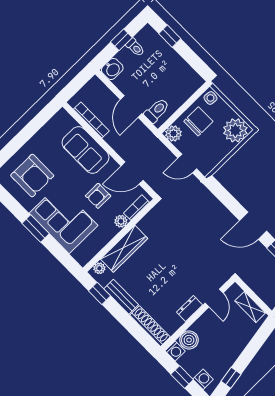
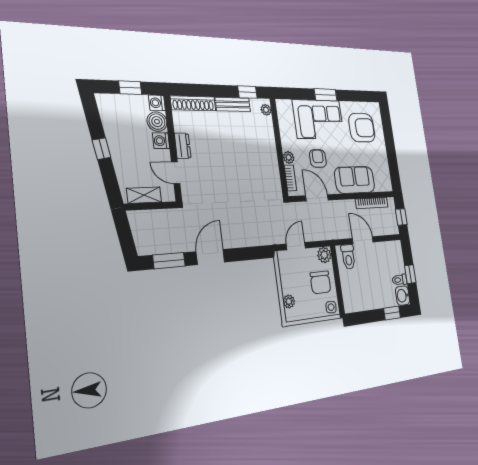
washbasin: (112, 69) -> (403, 296), moved
window: (78, 83) -> (401, 217), added
plant: (235, 130) -> (289, 301), width x0.53, depth x0.53
door: (132, 173) -> (317, 198), hinge flipped
armchair: (32, 176) -> (362, 128), turned 180
wardrobe: (124, 249) -> (267, 141), removed
window: (231, 378) -> (102, 149), moved
washing machine: (203, 379) -> (161, 141), moved, turned 90

